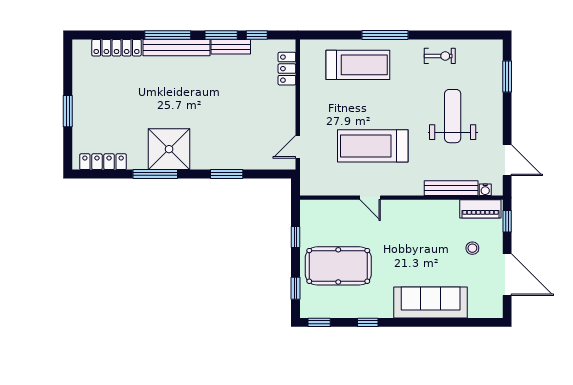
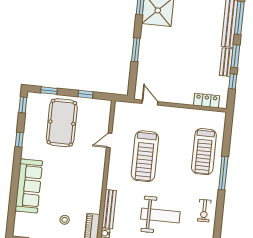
treadmill: (373, 146) -> (145, 156), turned 180
door: (370, 198) -> (109, 140), moved

